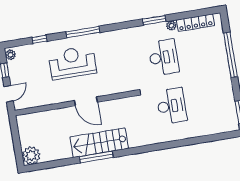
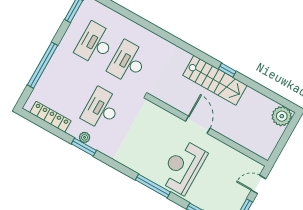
plant: (171, 26) -> (85, 137), moved
reception desk: (72, 63) -> (183, 167), turned 90
desk: (205, 100) -> (95, 44), added
window: (96, 157) -> (227, 70), width x0.46

